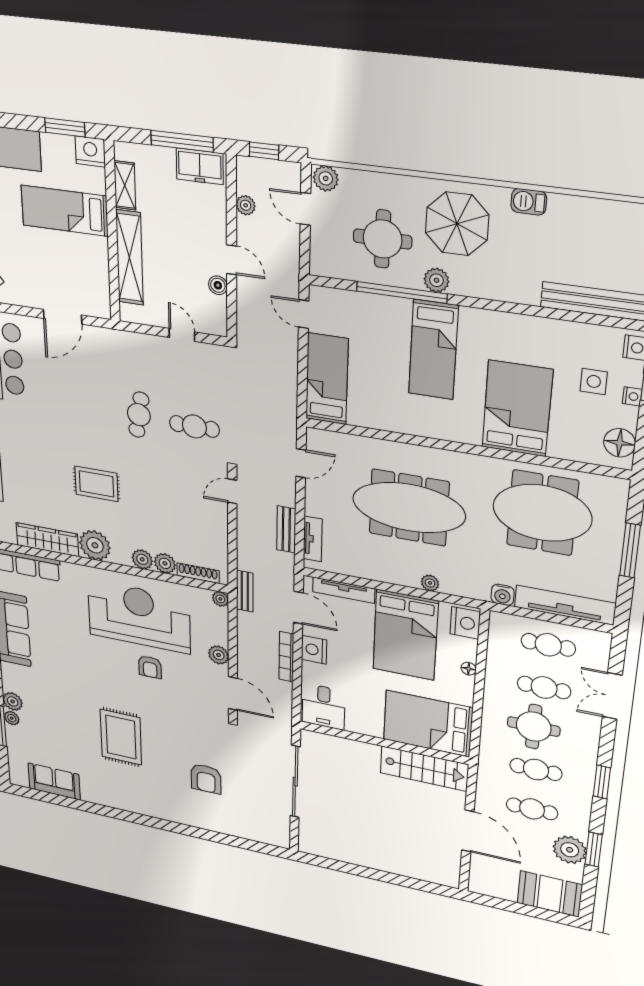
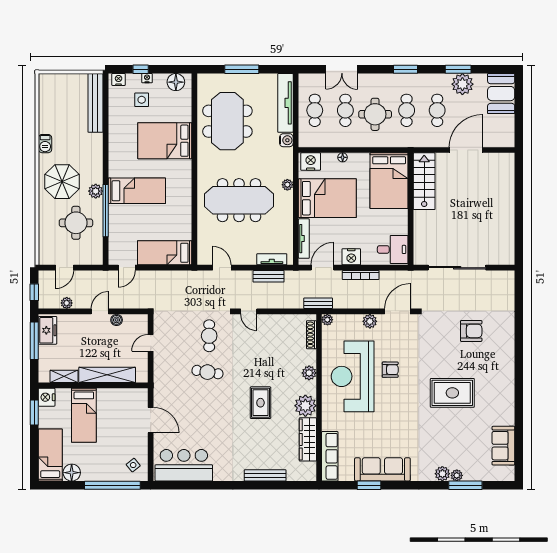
plant: (326, 178) -> (46, 256), removed
meeting table: (409, 508) -> (239, 200), turned 90
plant: (165, 563) -> (309, 357), removed

